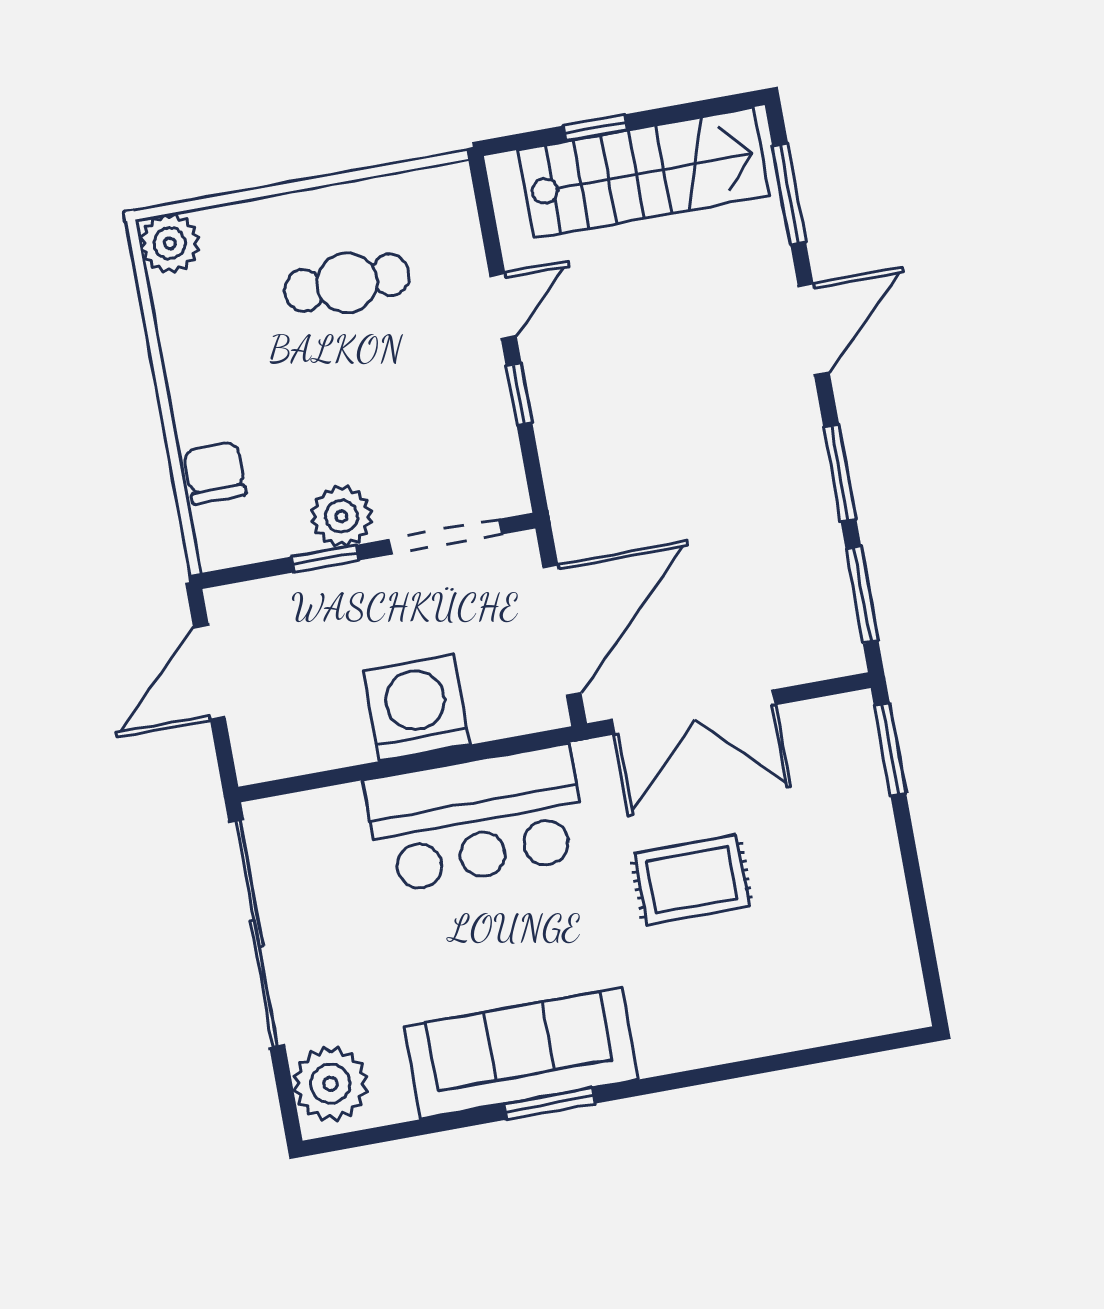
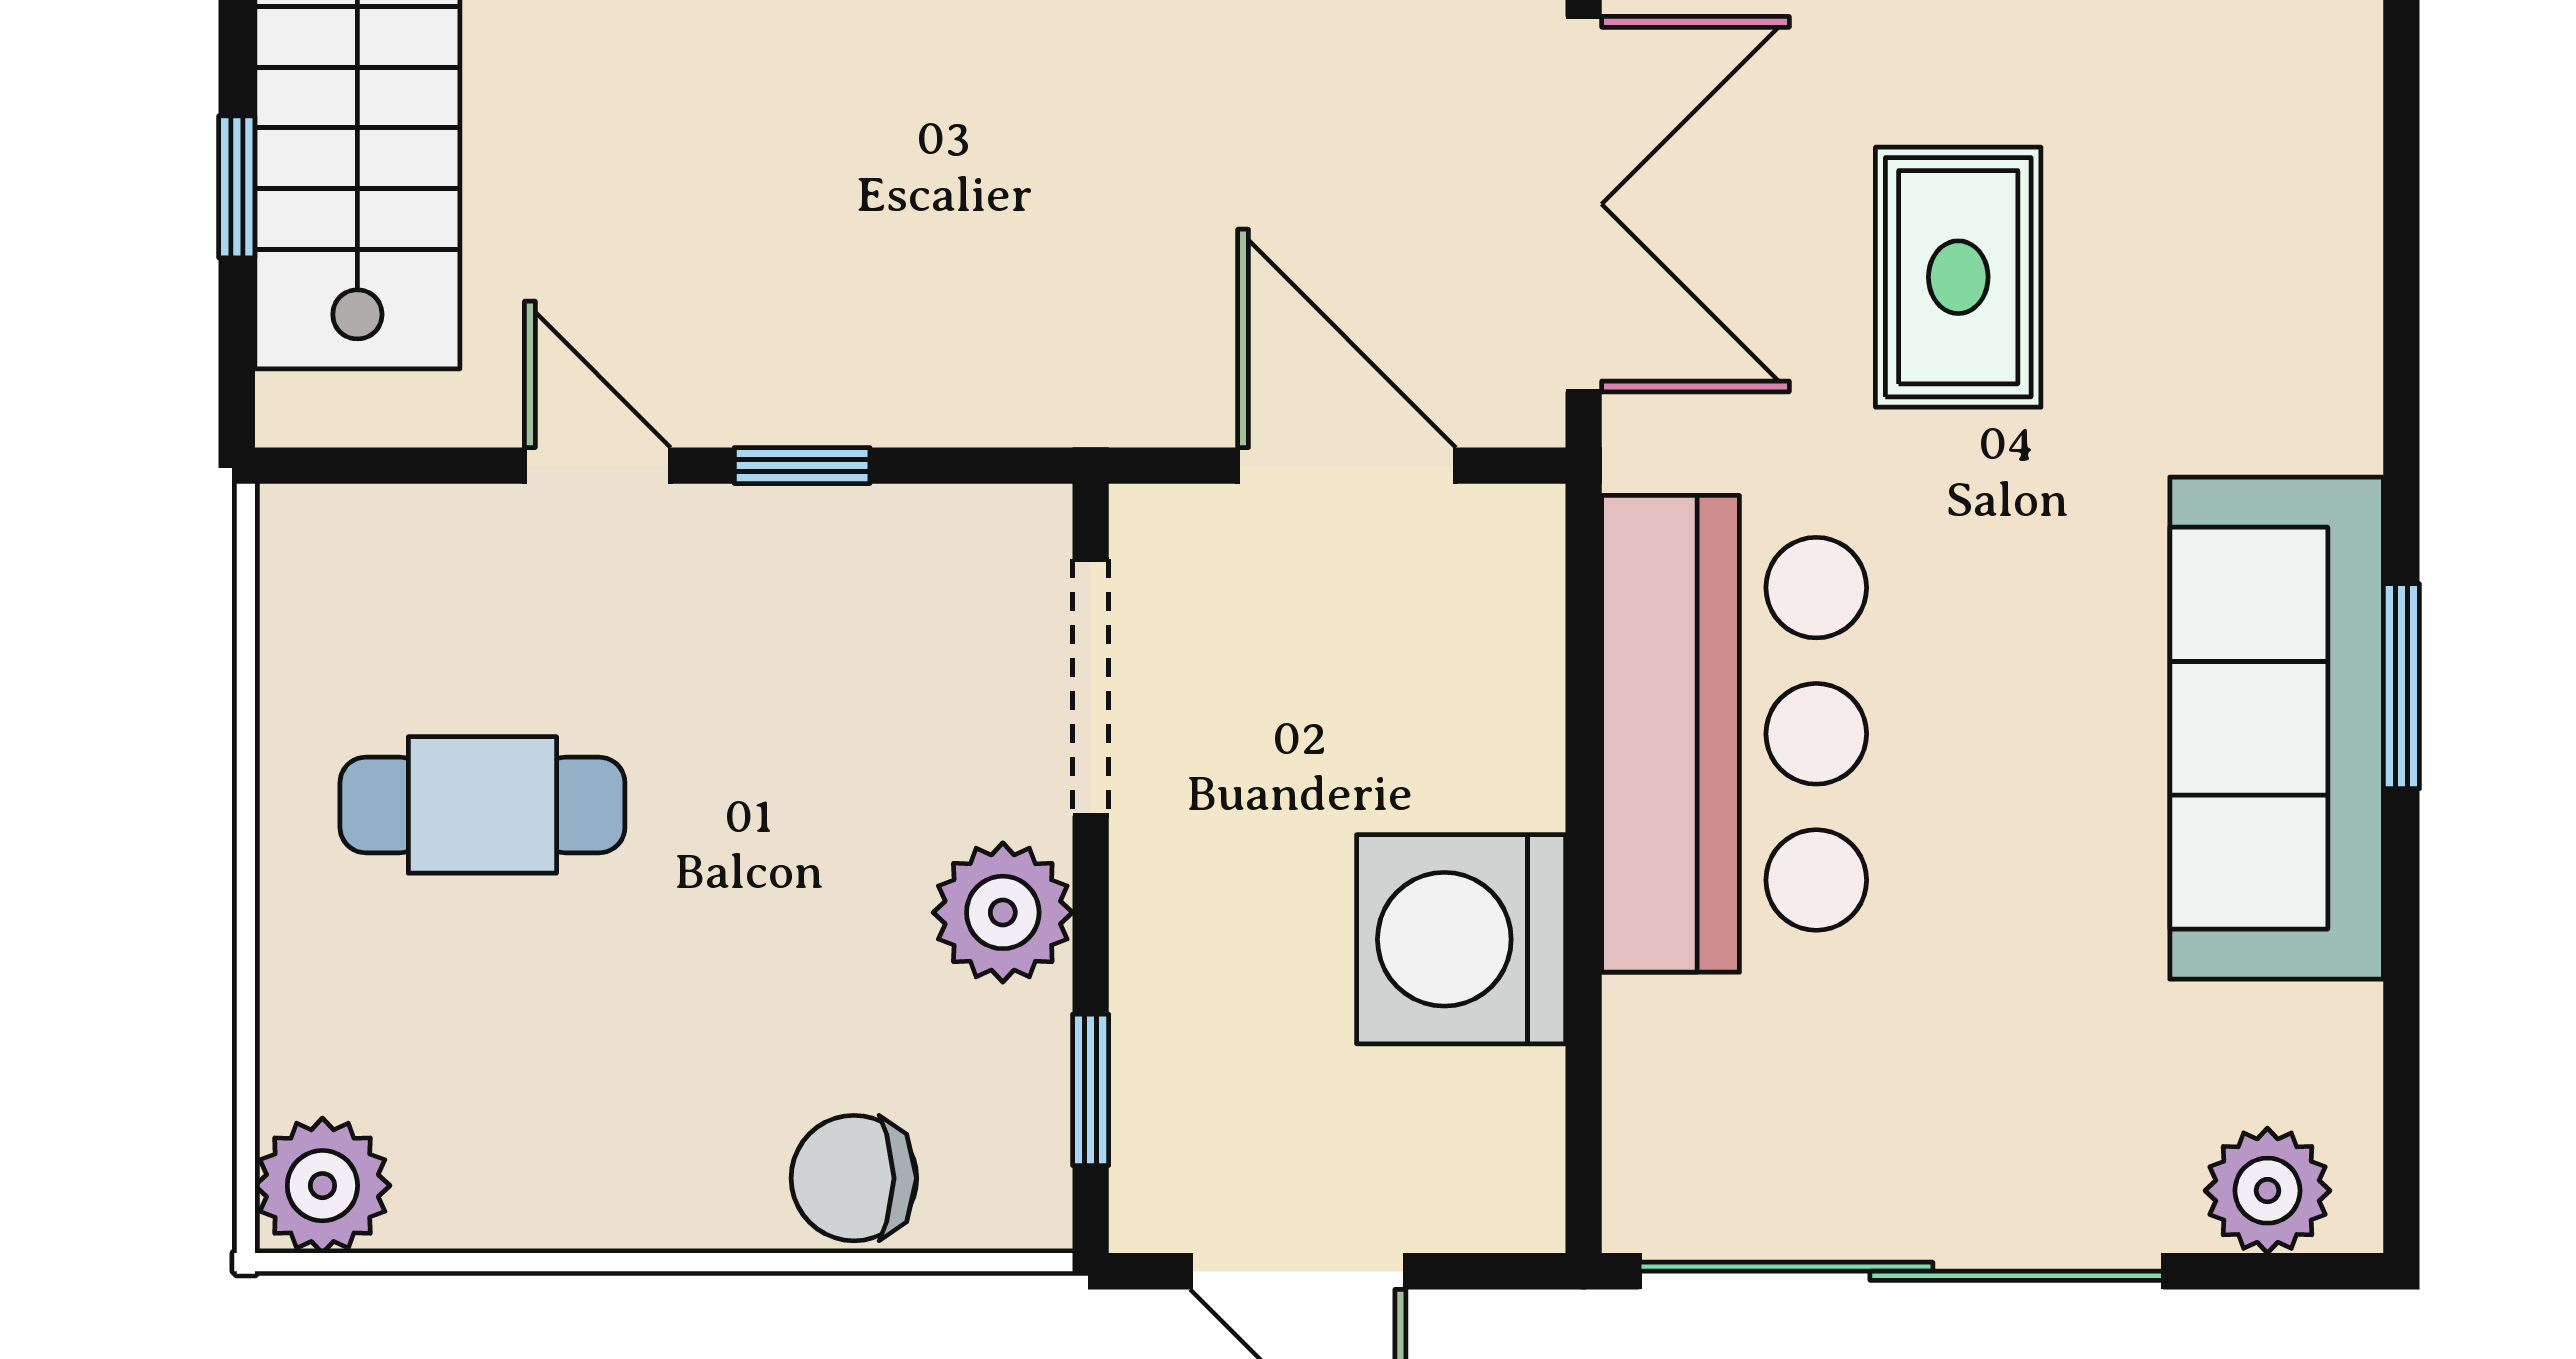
cafe table: (347, 283) -> (482, 805), turned 90
window: (325, 559) -> (1091, 1090), moved
door: (562, 630) -> (1347, 466), width x0.73
washing machine: (417, 708) -> (1461, 939), moved
plant: (330, 1084) -> (2267, 1191), width x0.73, depth x0.73

